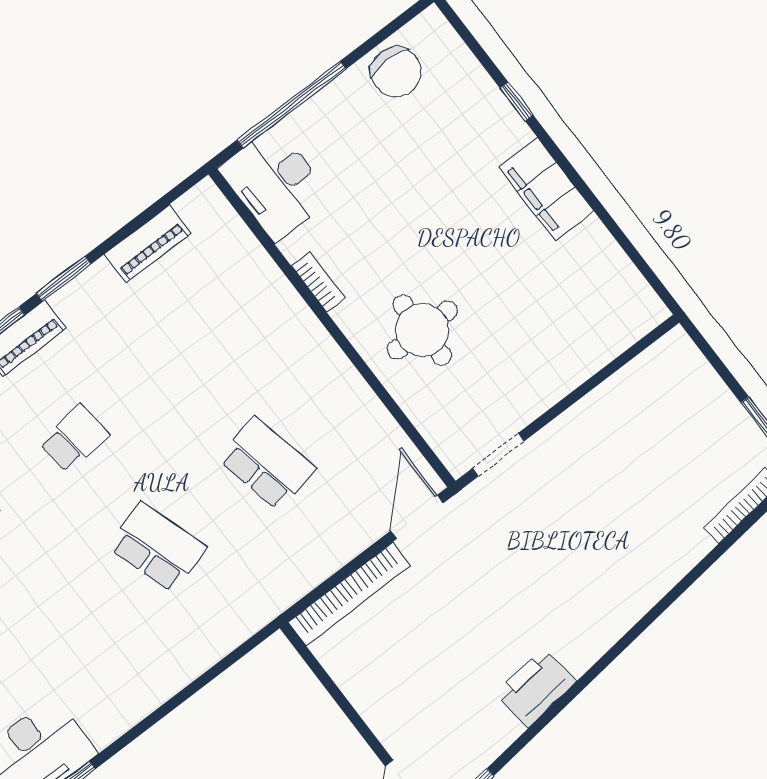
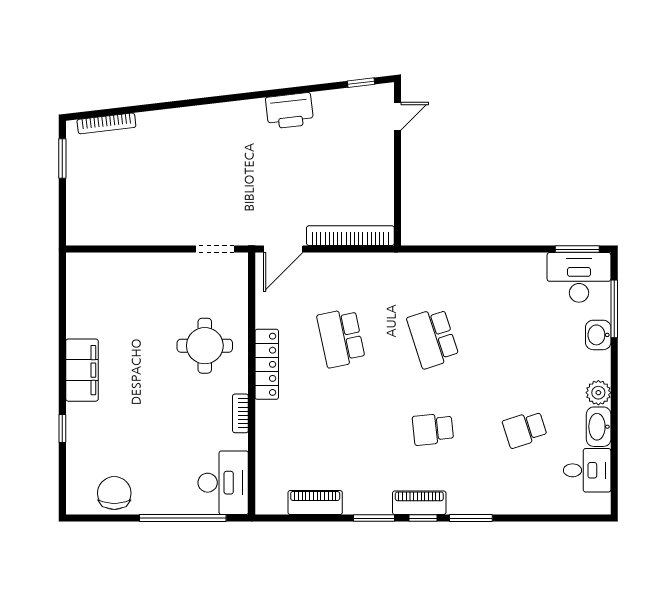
locker: (332, 364) -> (267, 364), added

